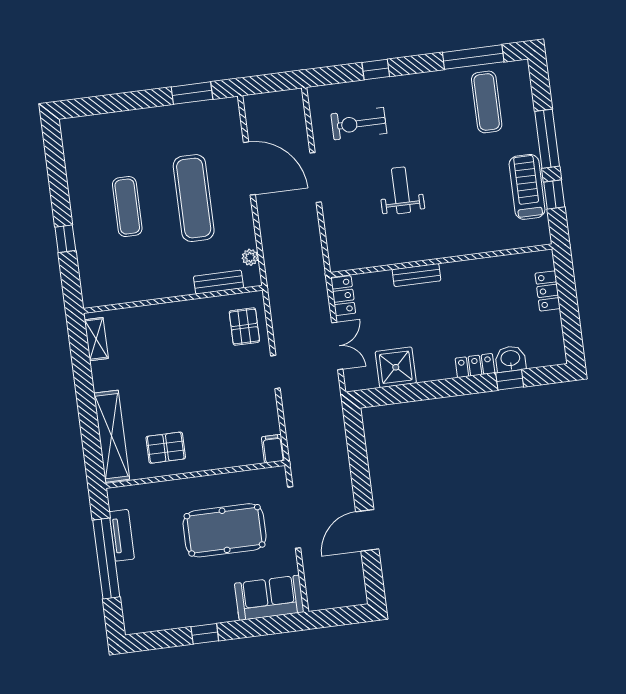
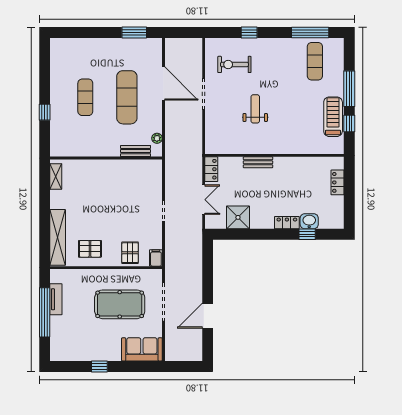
pallet: (244, 327) -> (130, 253), moved

